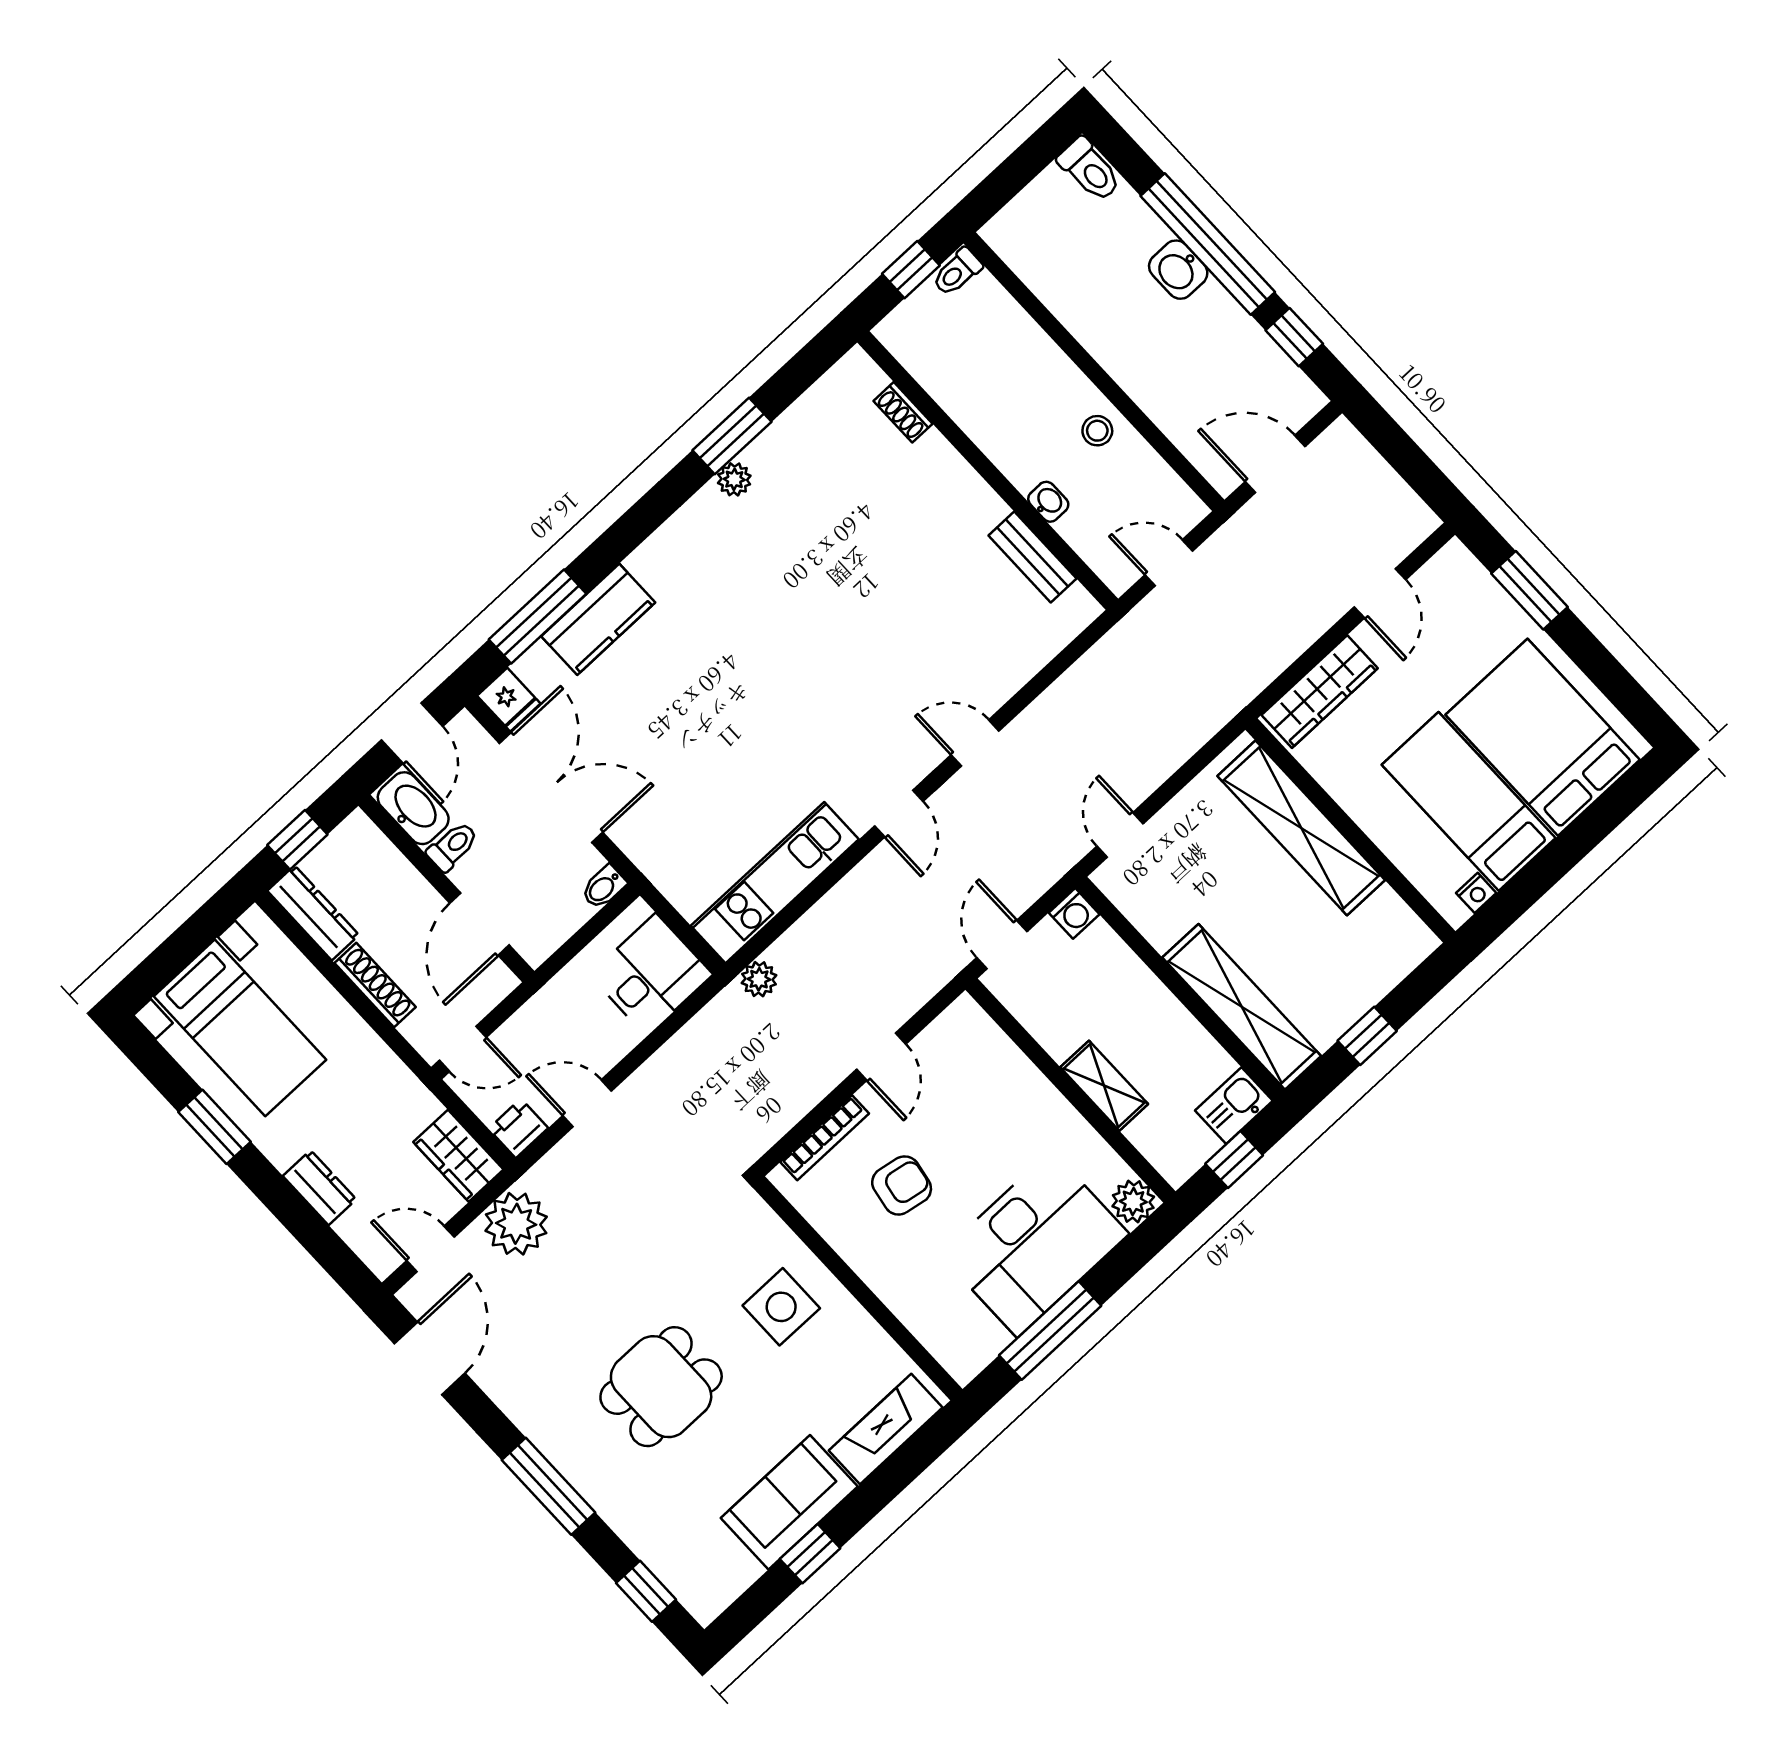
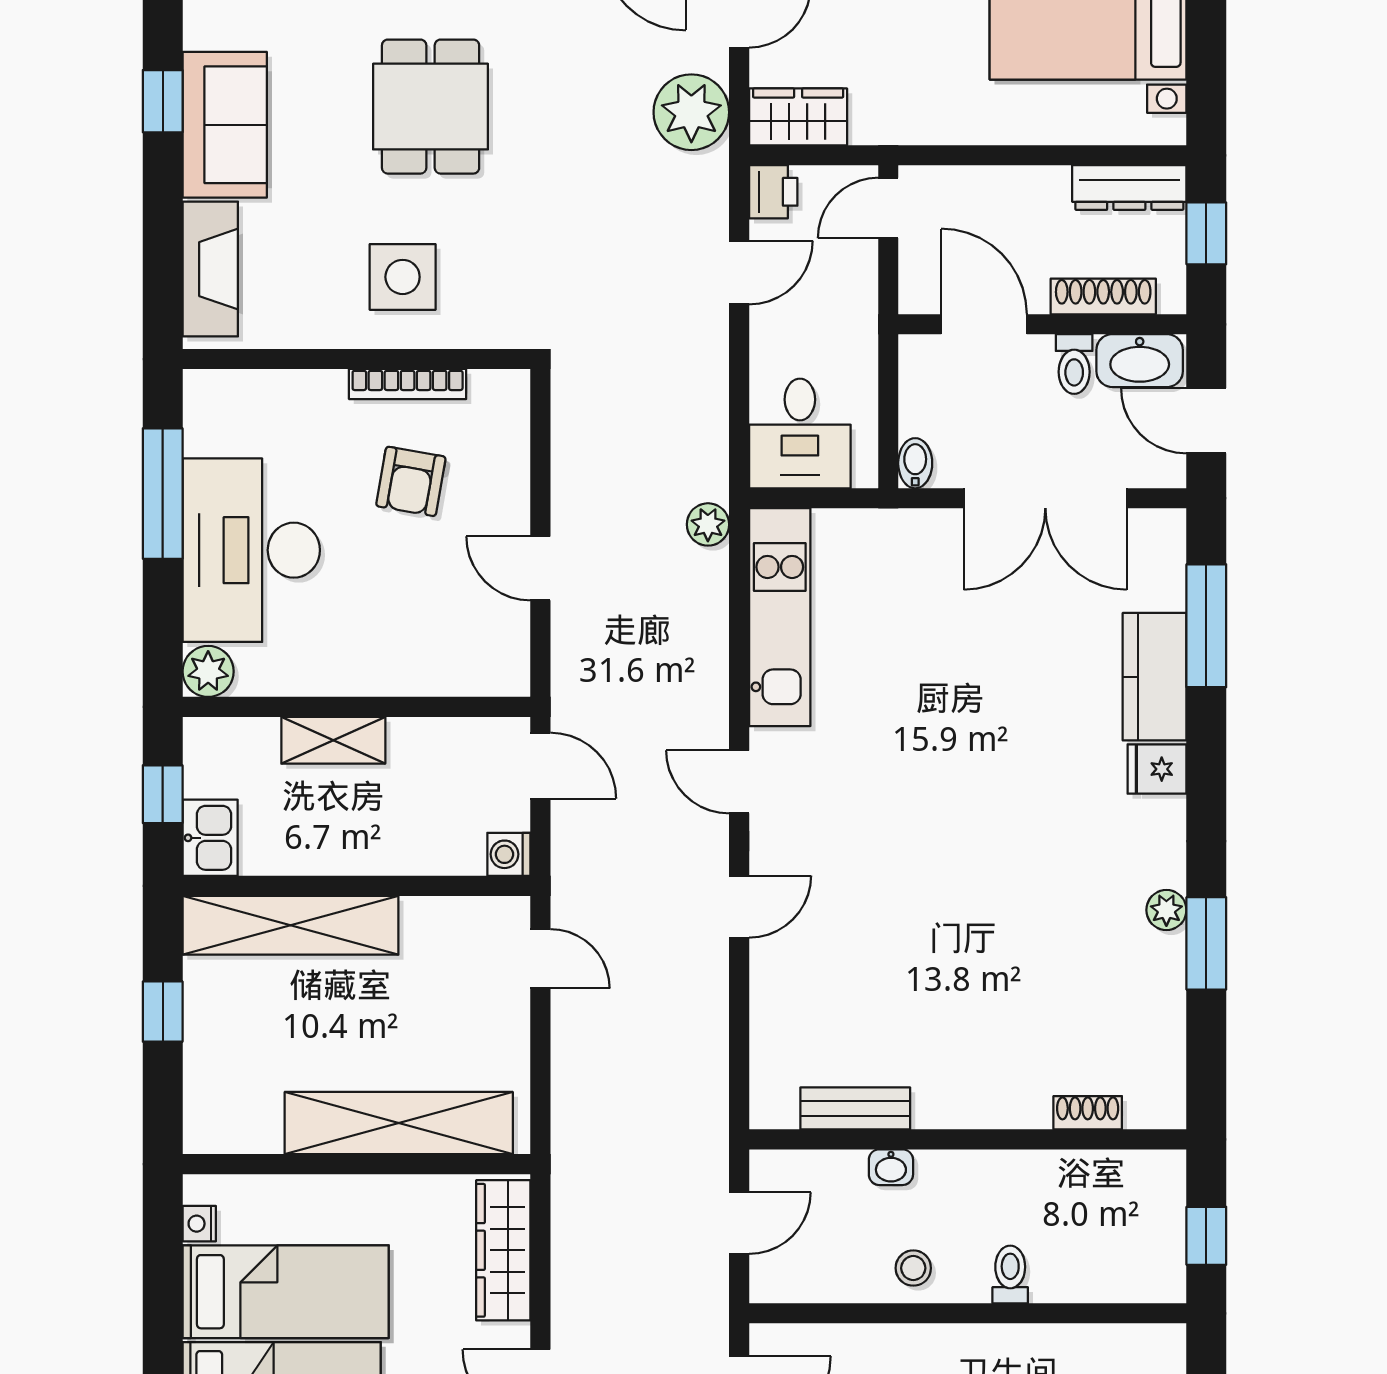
toilet: (957, 272) -> (1010, 1274), moved
fridge: (509, 700) -> (1157, 769), moved
shoe rack: (375, 985) -> (1103, 296), moved, turned 180
bookcase: (825, 1138) -> (408, 384), moved, turned -90

